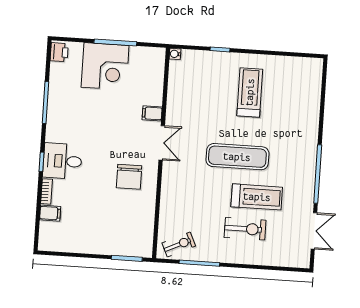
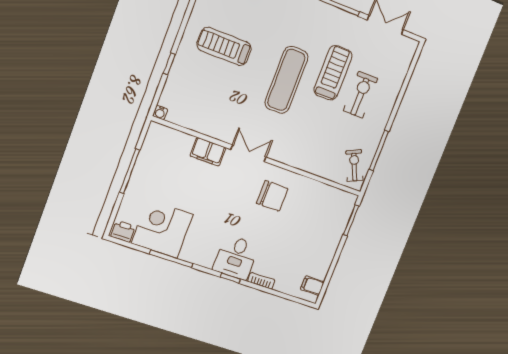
corner desk: (105, 66) -> (162, 229), moved, turned -90
filing cabinet: (152, 113) -> (208, 152), width x2.00
filing cabinet: (50, 213) -> (312, 286), moved, turned -90

